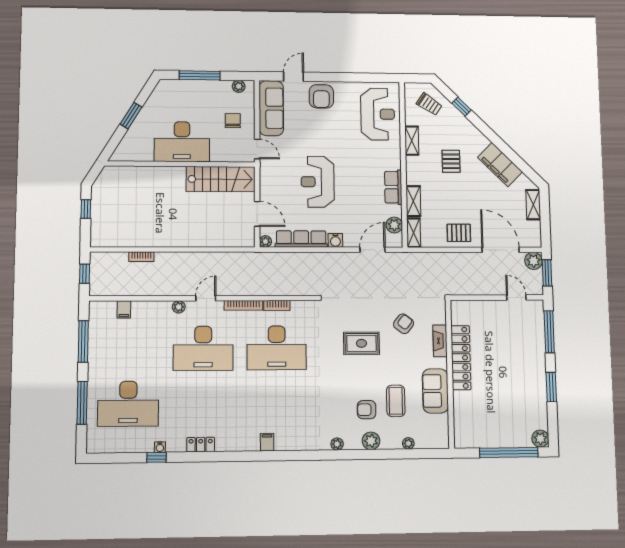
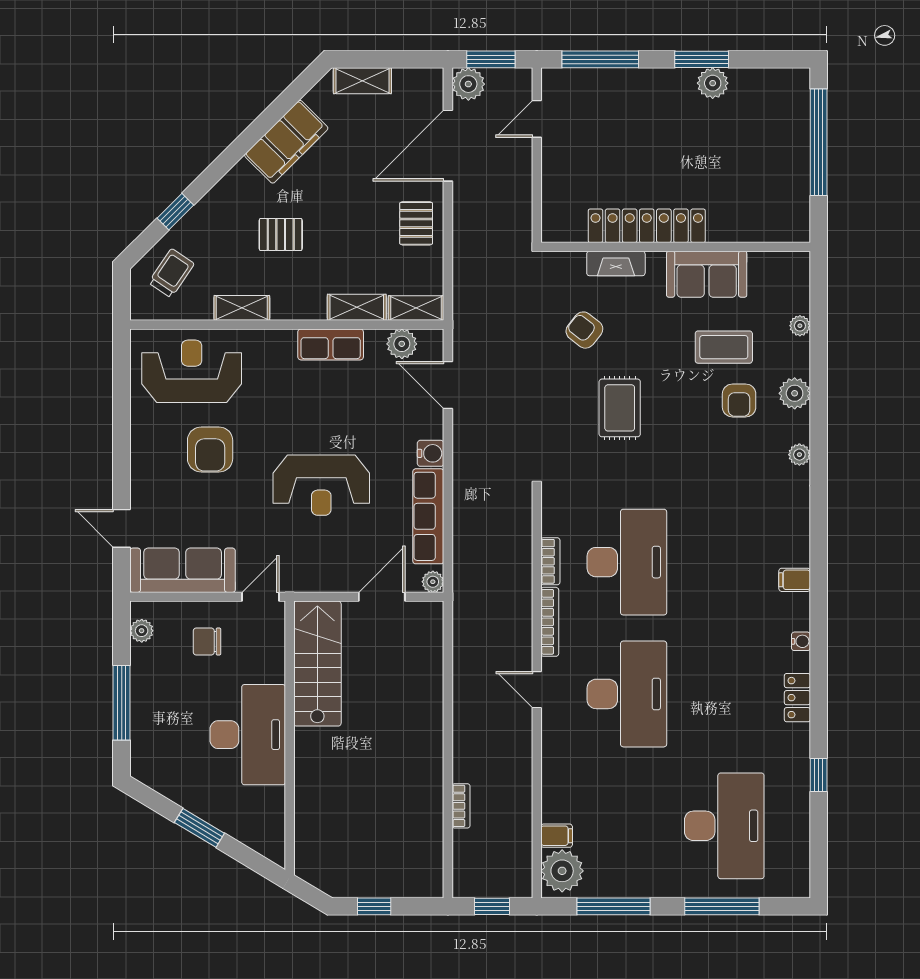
armchair: (321, 96) -> (210, 450), moved, turned 90
plant: (179, 307) -> (562, 871), moved, width x1.87, depth x1.87
plant: (540, 439) -> (713, 83), moved
water cooler: (160, 447) -> (801, 641), moved

